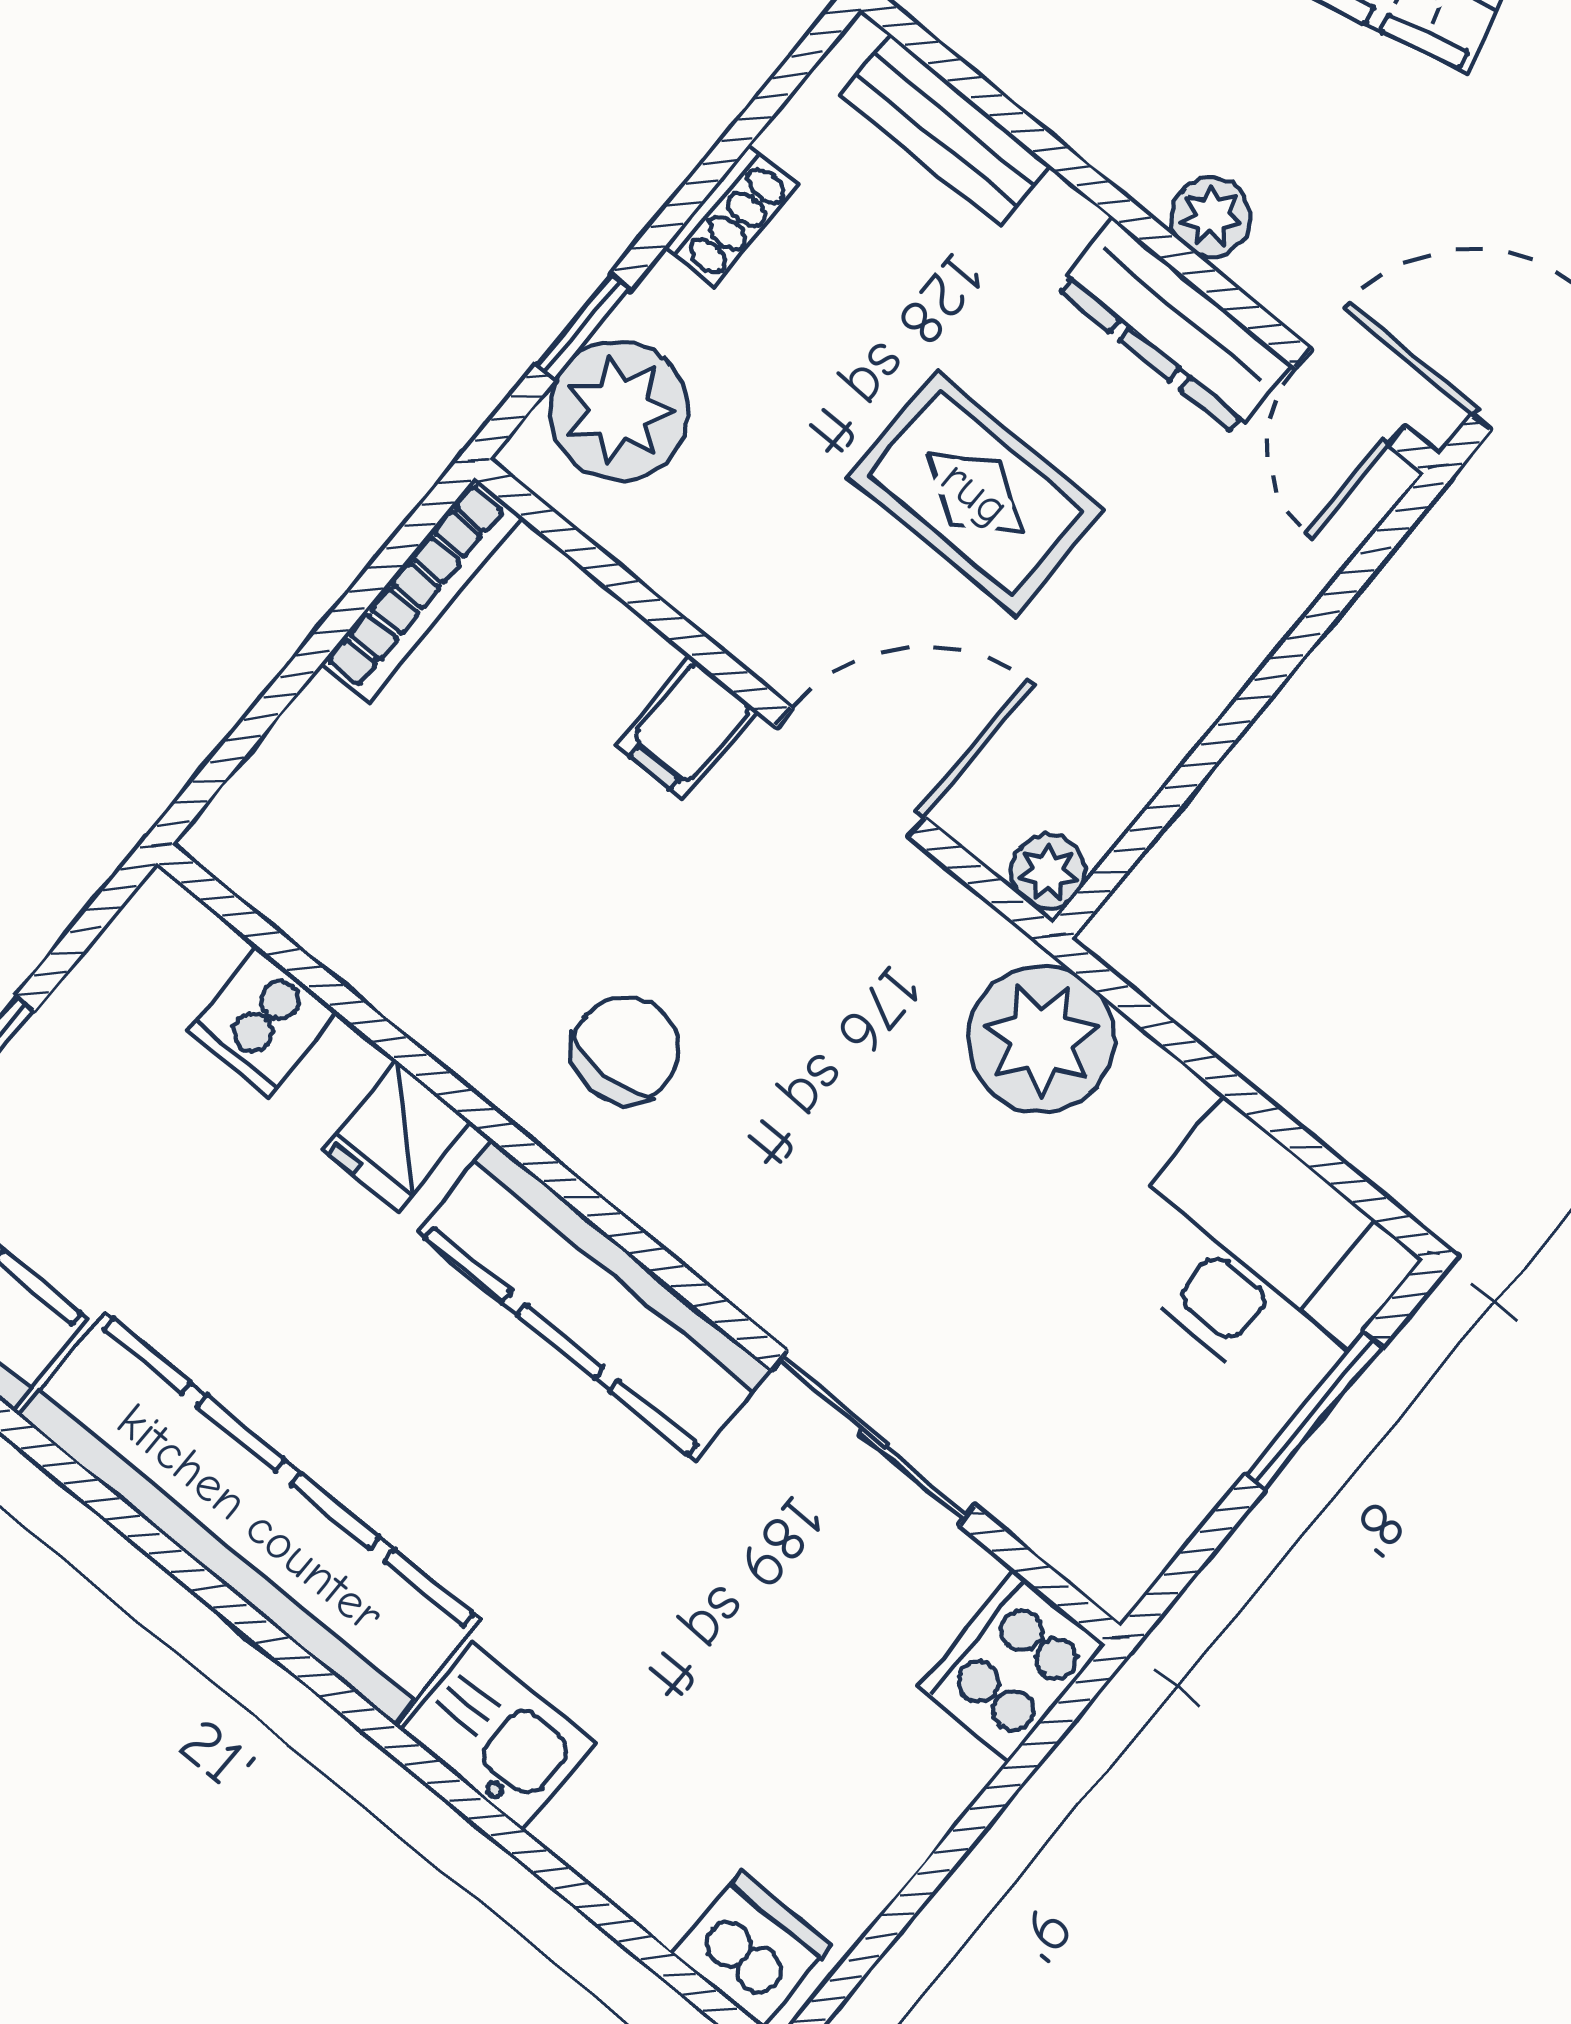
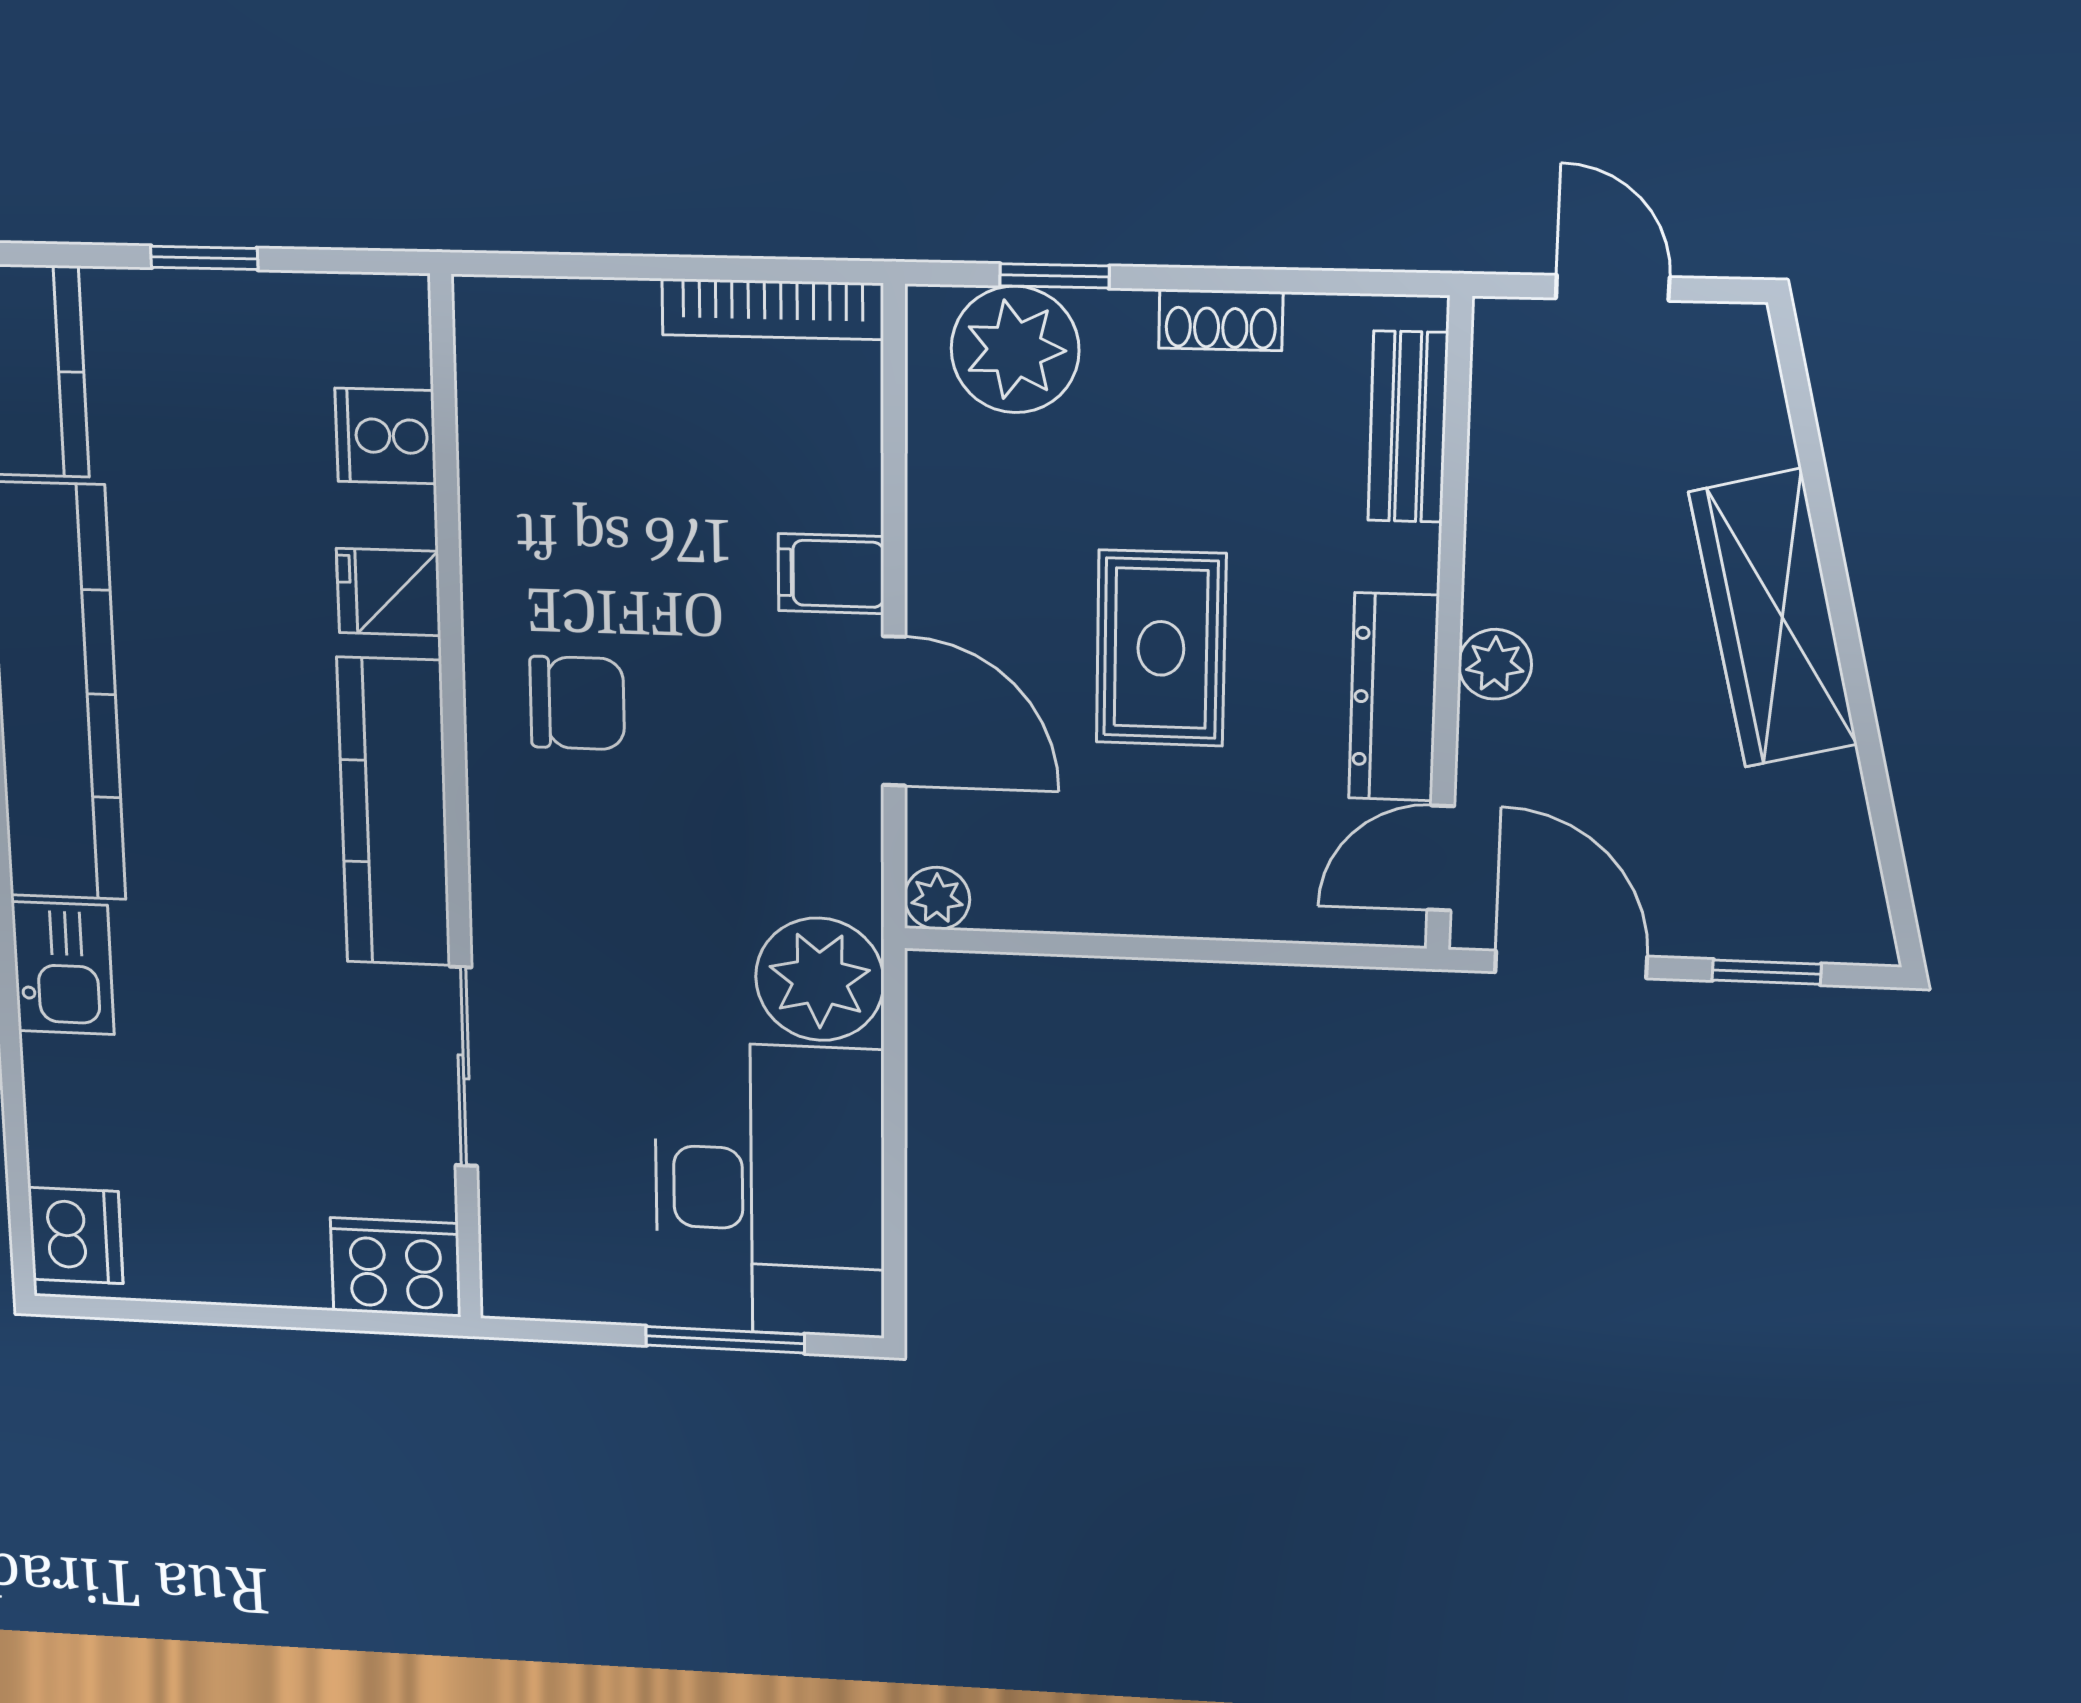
desk: (1258, 1256) -> (770, 1190), width x1.36, depth x1.30

